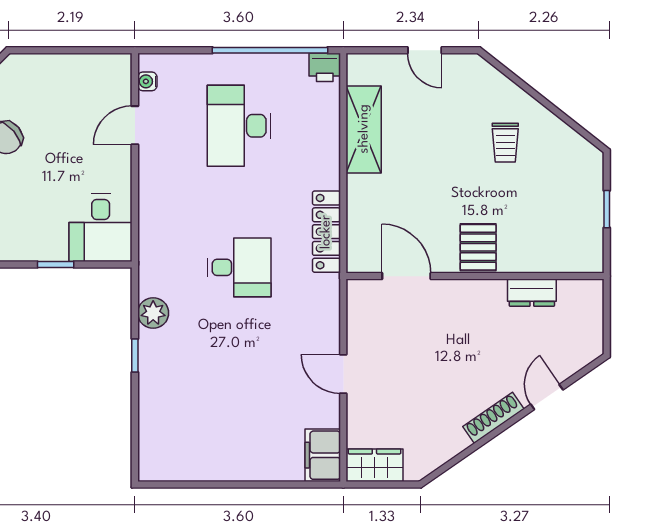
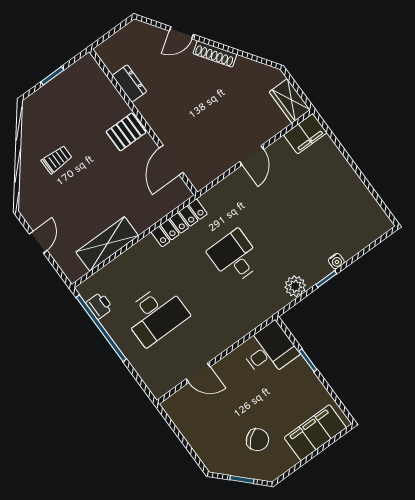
printer: (325, 67) -> (99, 306), moved
water cooler: (147, 81) -> (336, 261), moved

